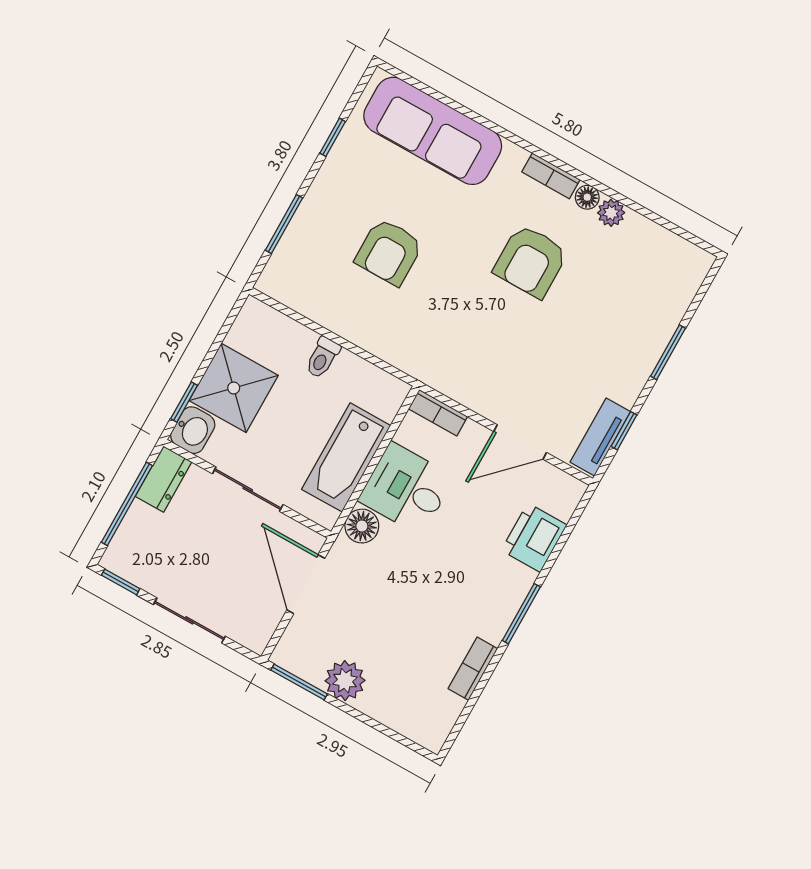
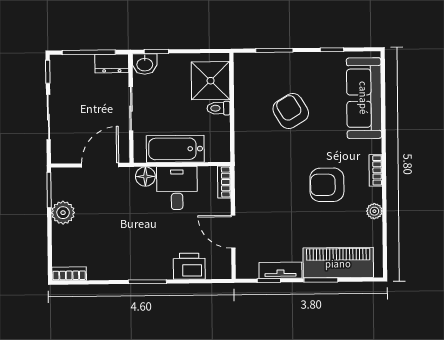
floor lamp: (587, 197) -> (375, 195), removed
armchair: (389, 252) -> (291, 111), turned 59
piano: (657, 311) -> (338, 263), added
shower: (234, 388) -> (211, 81), moved
tv unit: (600, 437) -> (280, 270), moved
bookcase: (473, 669) -> (69, 274), moved

